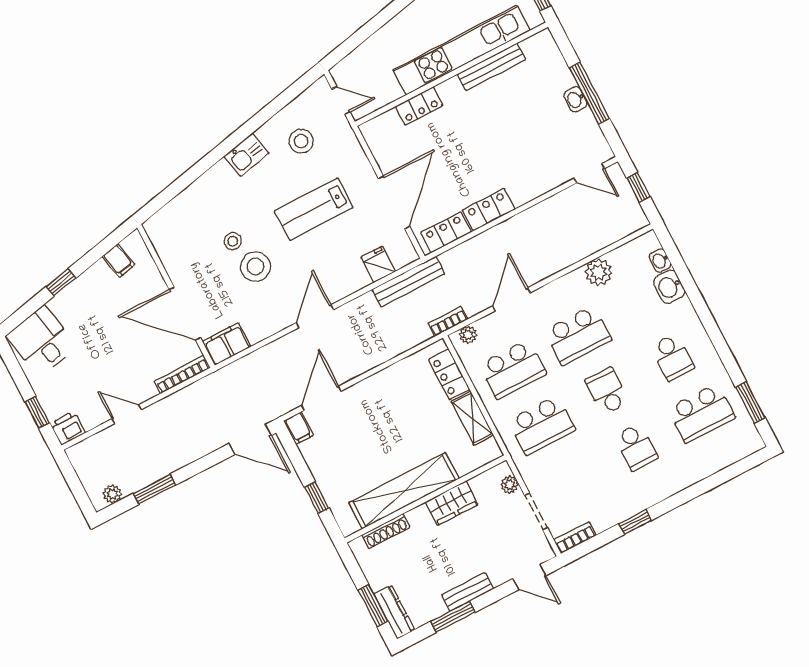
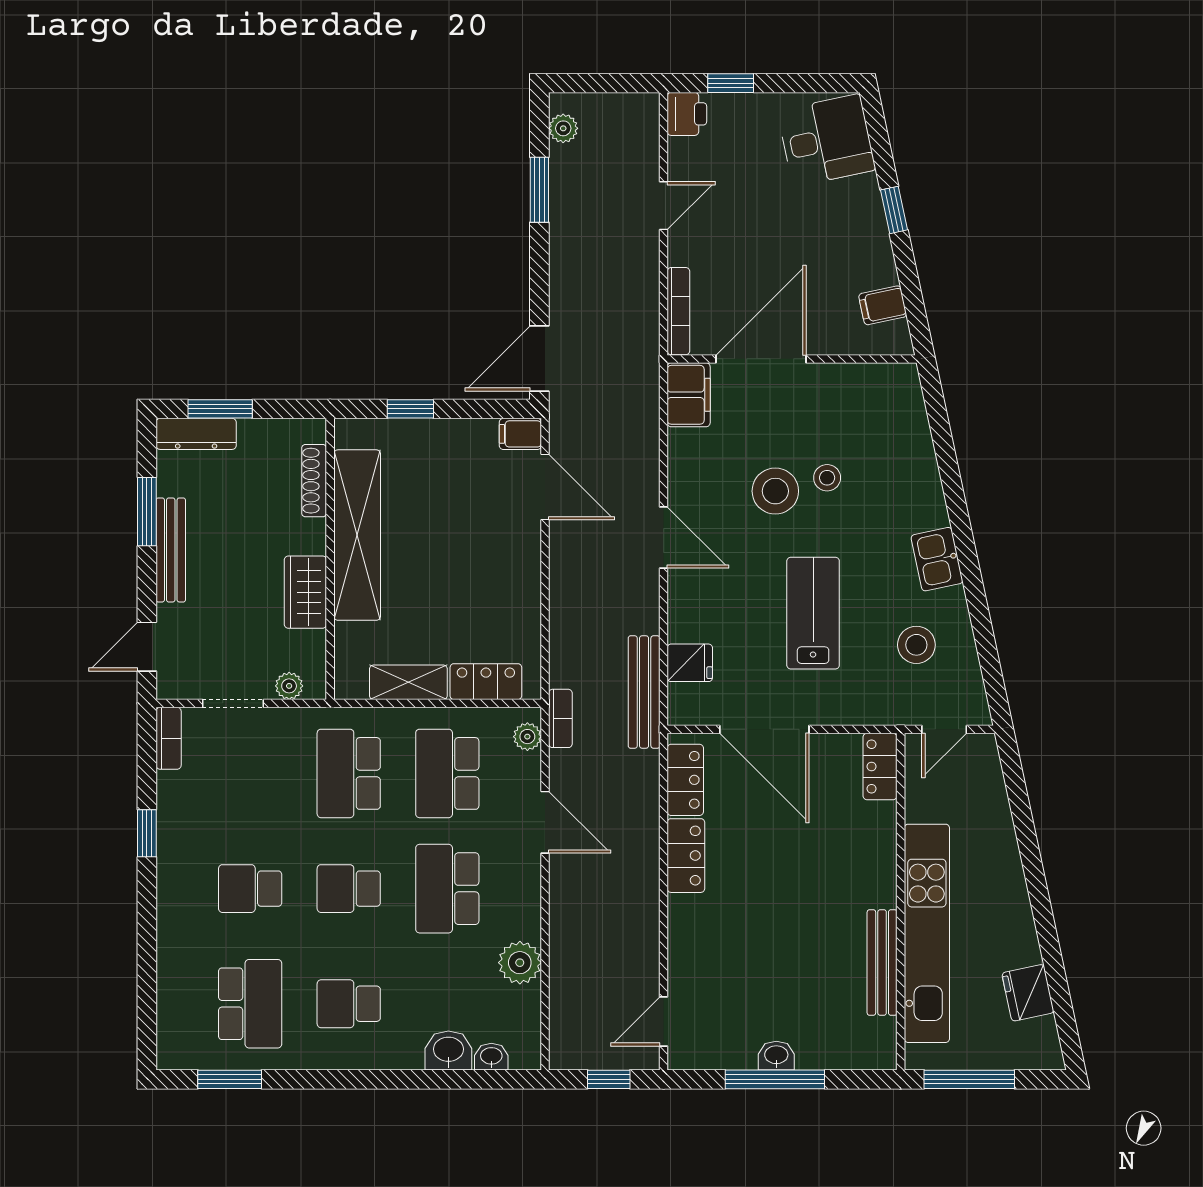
locker: (419, 106) -> (880, 766), moved
school desk: (607, 391) -> (349, 889), turned 180
school desk: (701, 413) -> (250, 1004), turned 180
bench: (467, 592) -> (171, 550), width x1.36

